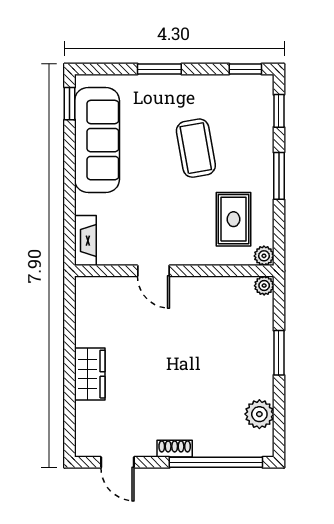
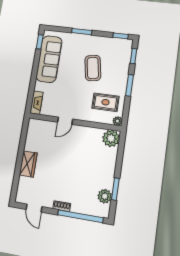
rug: (233, 219) -> (105, 102), turned 90
door: (153, 271) -> (65, 121), hinge flipped
plant: (264, 286) -> (111, 138), width x1.88, depth x1.88
window: (279, 353) -> (115, 189), moved

